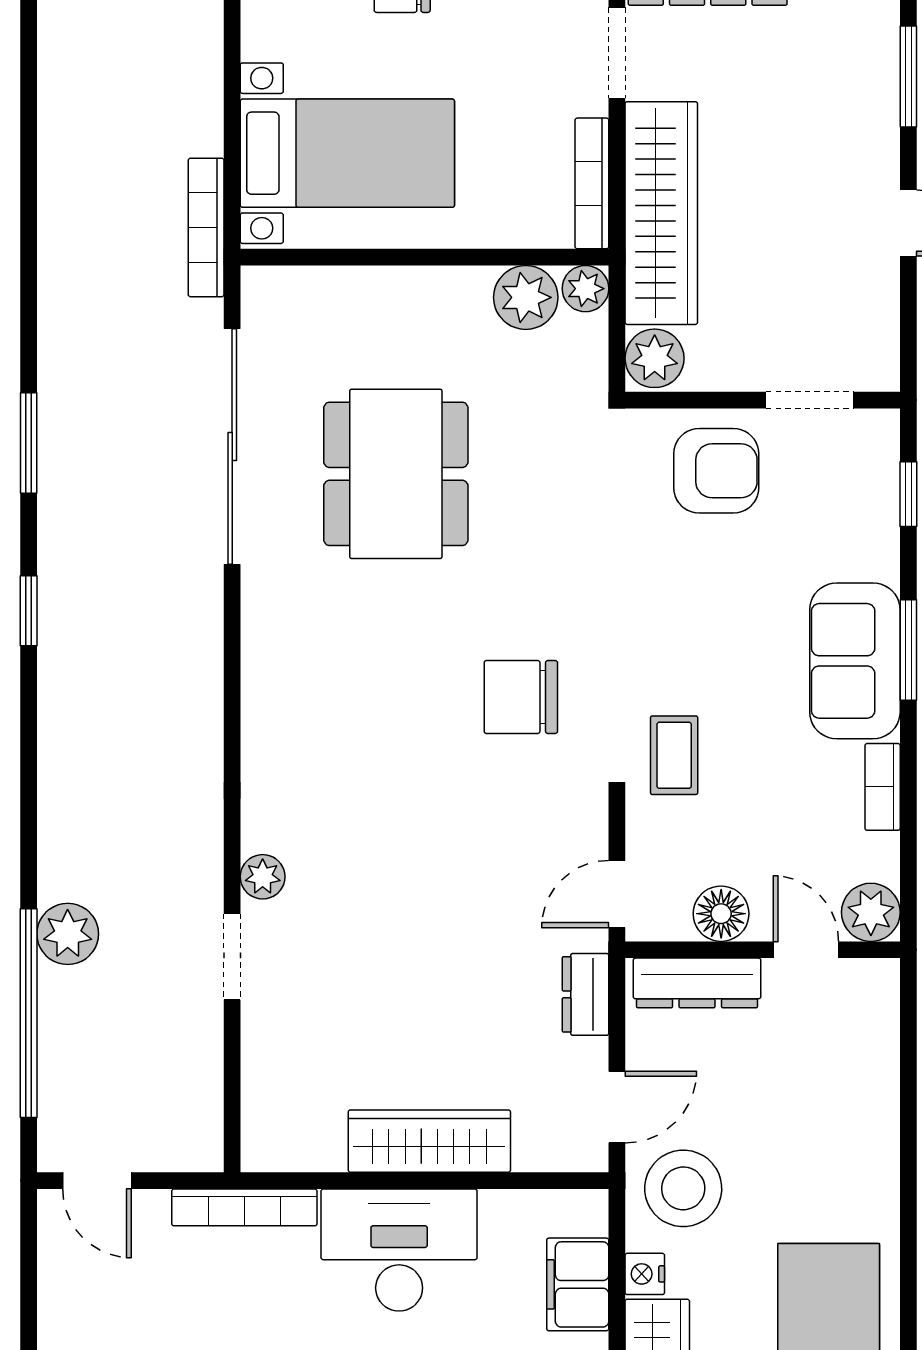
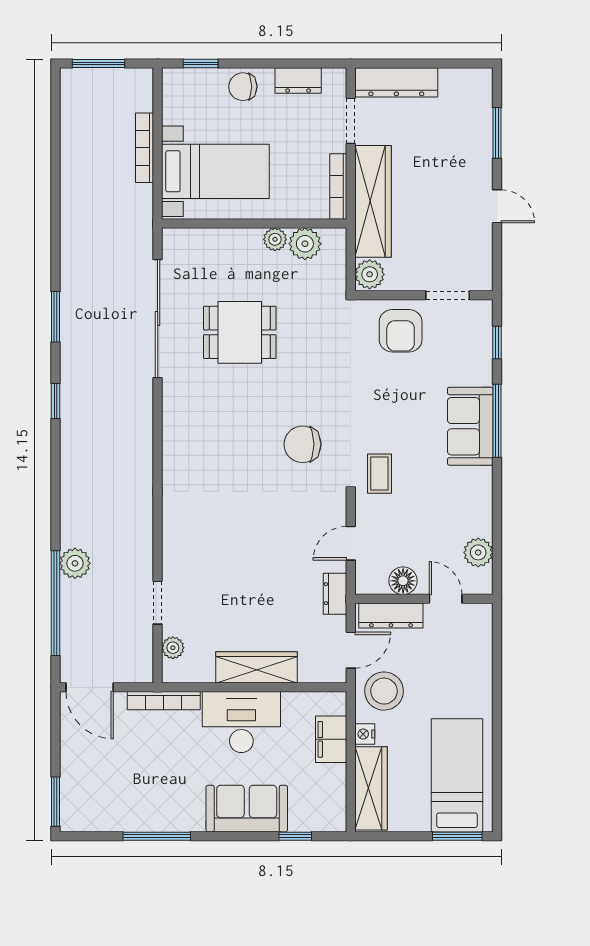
bookcase: (206, 227) -> (144, 148), moved
plant: (585, 289) -> (275, 239), moved
armchair: (716, 471) -> (401, 331), turned 90
dining table: (396, 474) -> (240, 332), width x0.73
window: (908, 650) -> (497, 421), width x1.44
bookcase: (883, 787) -> (484, 489), removed
plant: (263, 877) -> (173, 648), moved
floor lamp: (721, 914) -> (403, 581), moved
wall: (763, 950) -> (424, 599), moved
door: (806, 950) -> (446, 599), moved
doorway: (232, 957) -> (158, 603), moved
dresser: (697, 983) -> (391, 615), moved
door: (97, 1181) -> (90, 687), width x1.38

